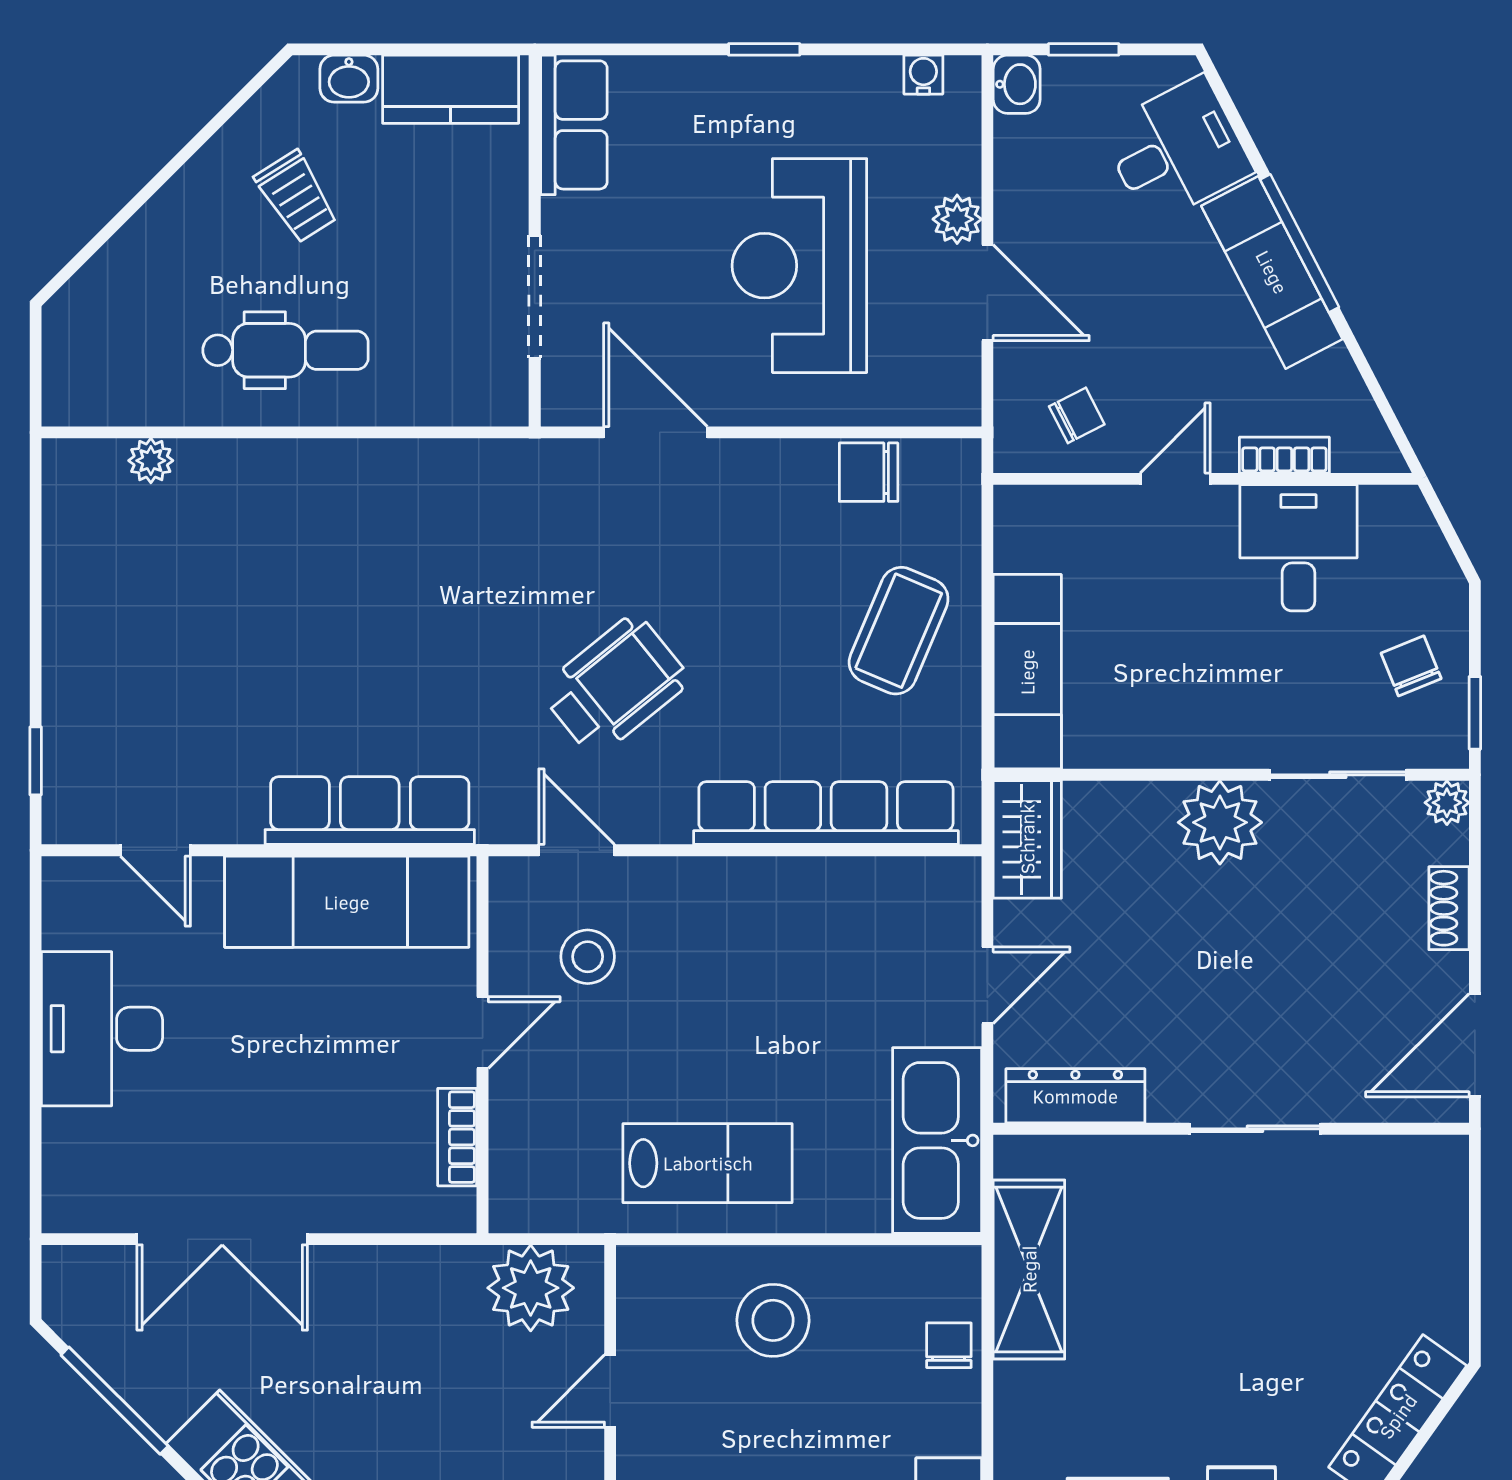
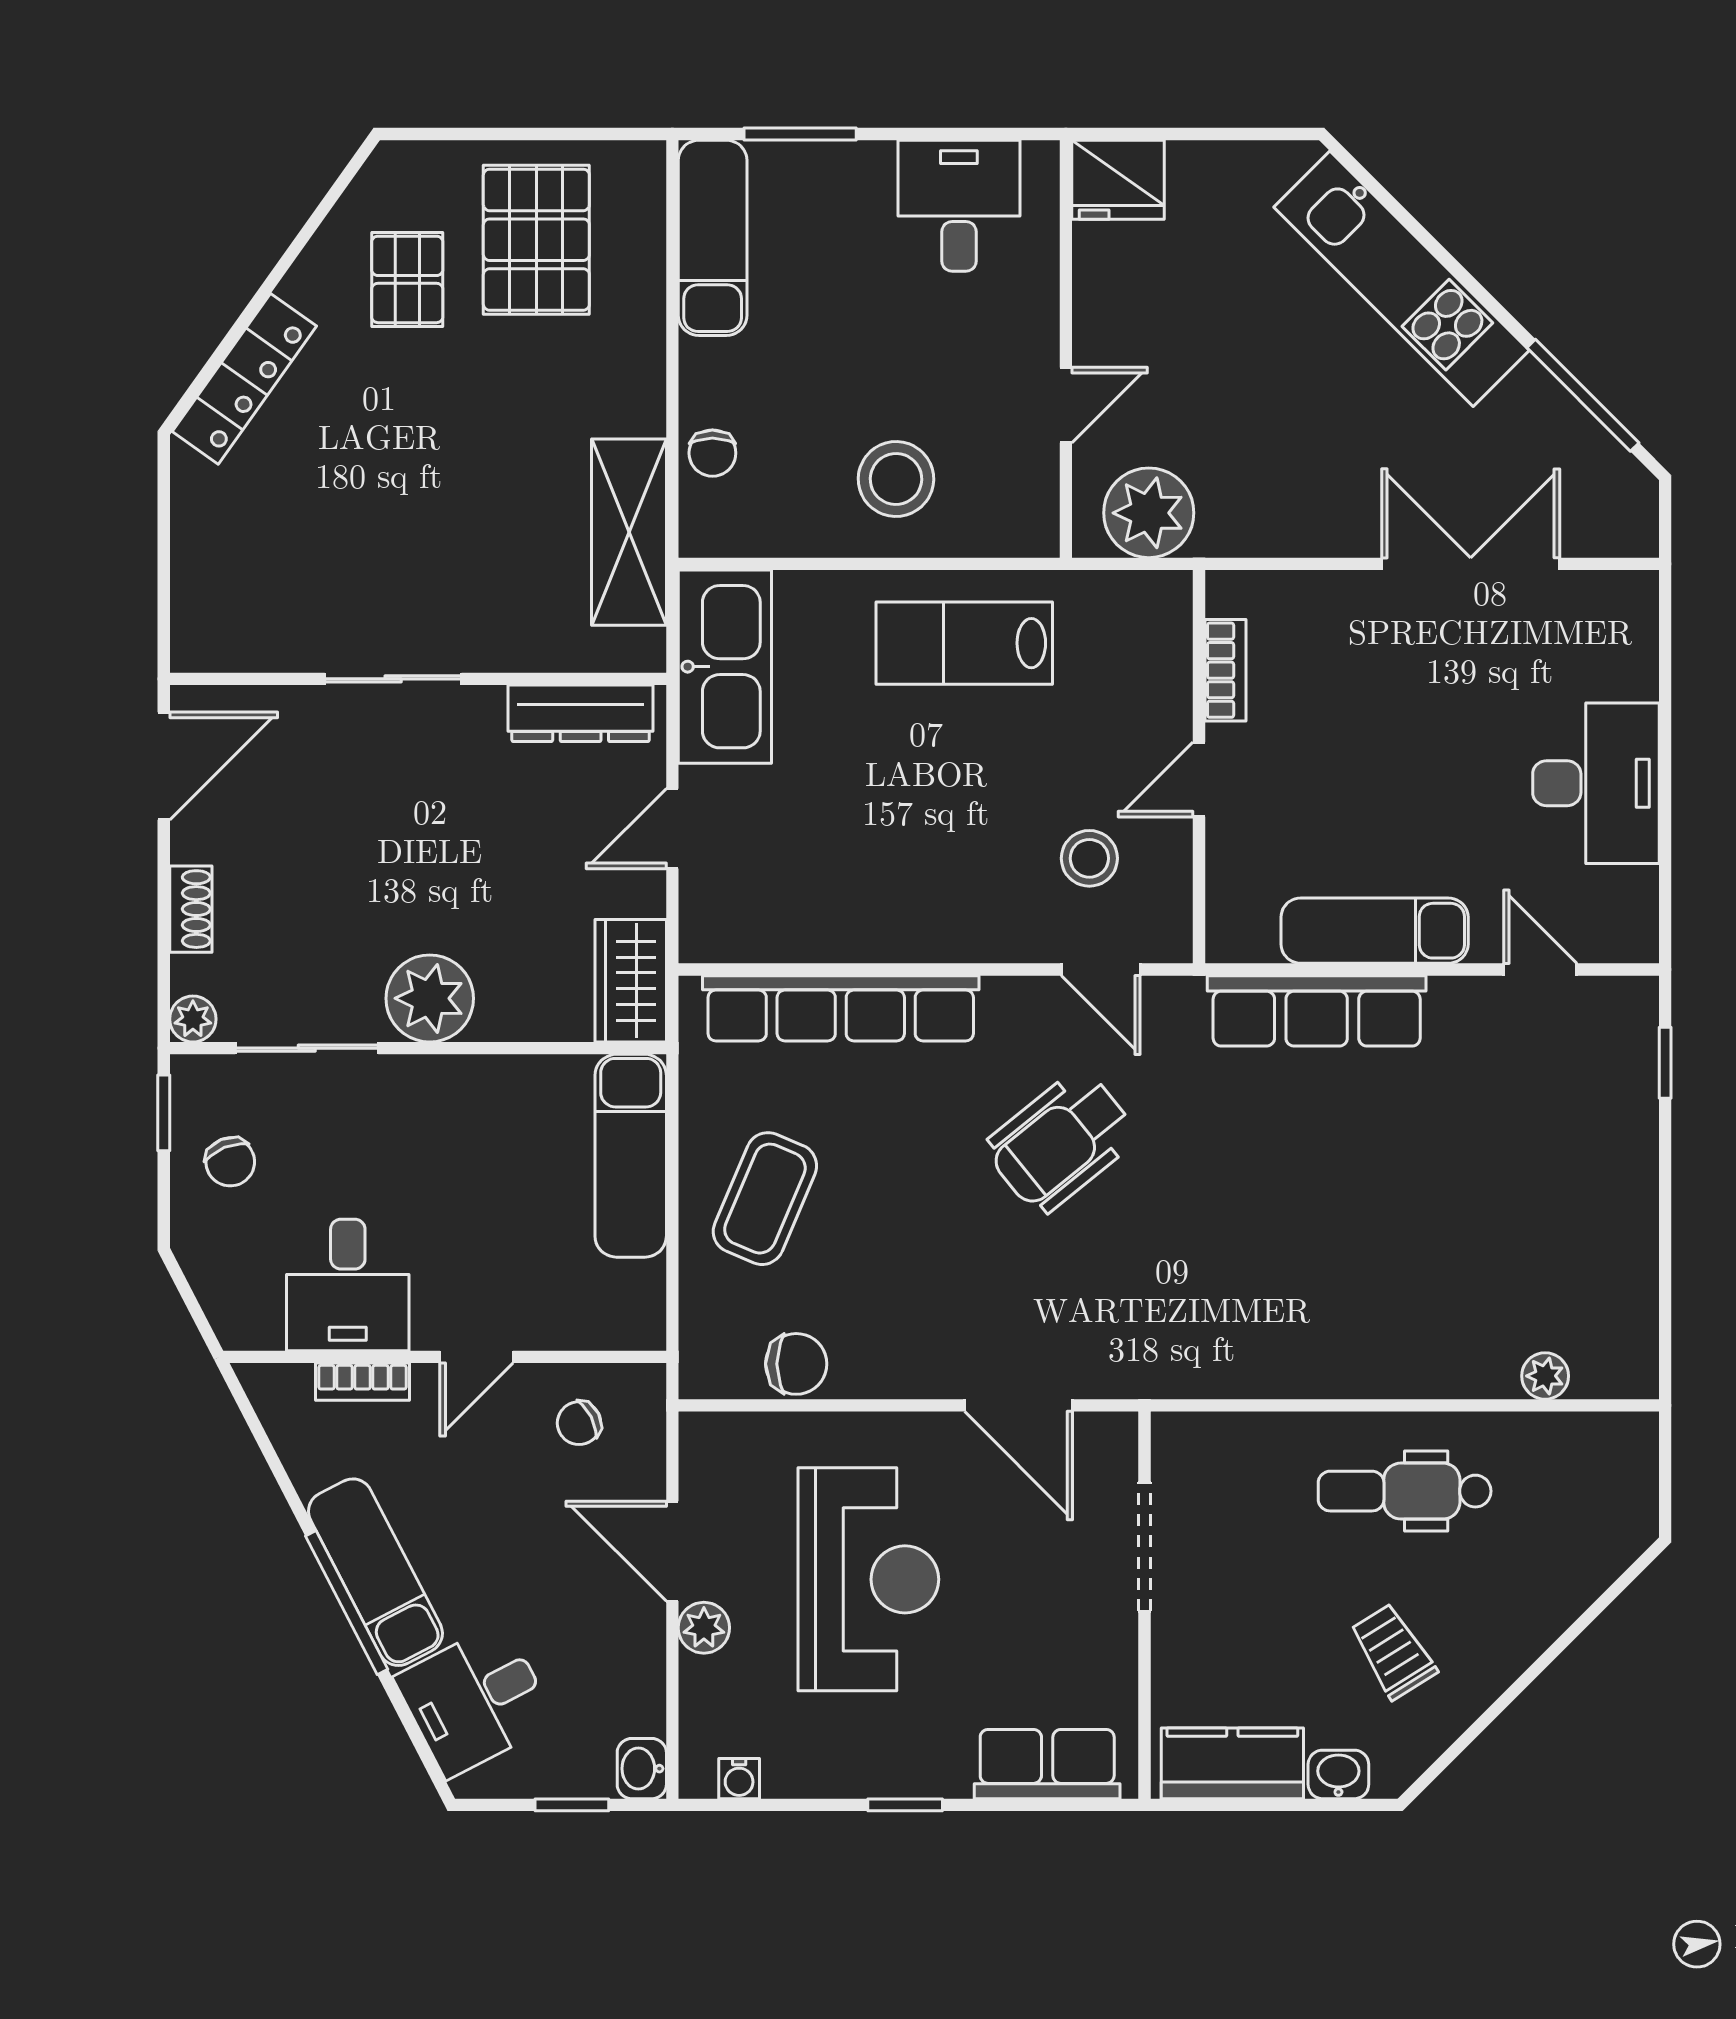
row of seats: (574, 125) -> (1047, 1764), moved, turned 90
exam couch: (347, 902) -> (1375, 931), width x0.73, depth x0.69

